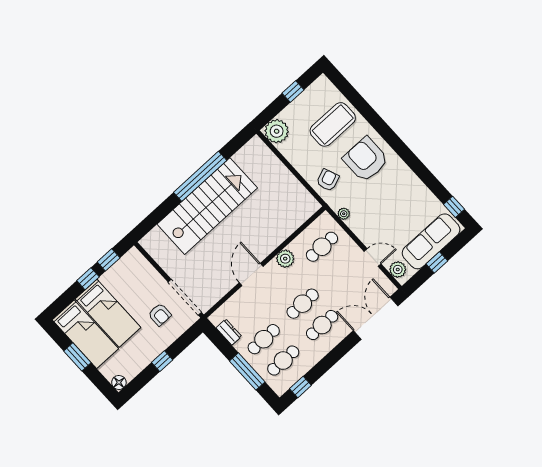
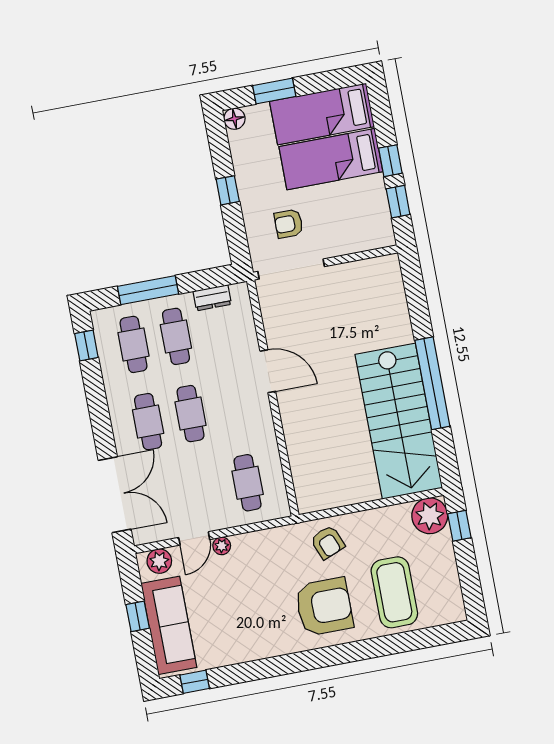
window: (293, 91) -> (459, 526), moved
stairs: (207, 206) -> (399, 421), moved
plant: (344, 214) -> (222, 546), moved
plant: (285, 259) -> (261, 427), removed
window: (77, 357) -> (274, 91), moved

